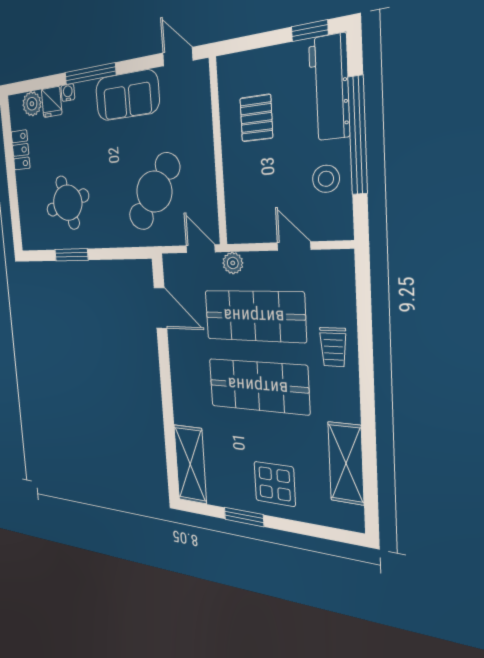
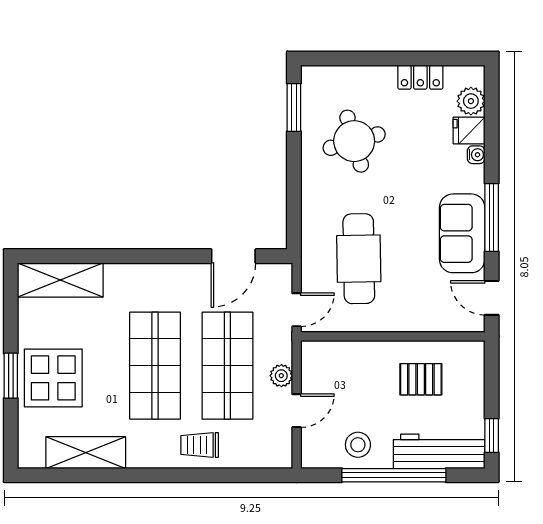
door: (178, 57) -> (492, 298), swing flipped
window: (90, 74) -> (492, 217), moved
cafe table: (154, 192) -> (359, 259), turned 53
window: (71, 255) -> (294, 107), moved
plant: (233, 263) -> (281, 376), moved
display table: (275, 484) -> (53, 378), width x1.36, depth x1.36
window: (244, 517) -> (11, 376), moved

